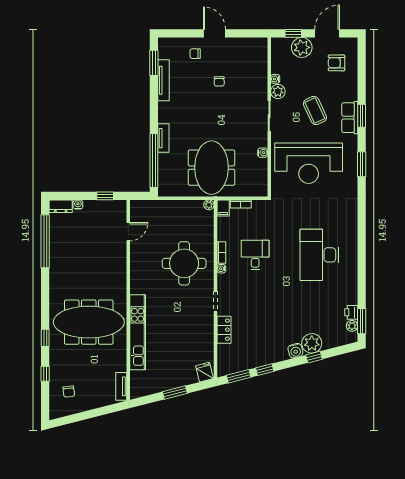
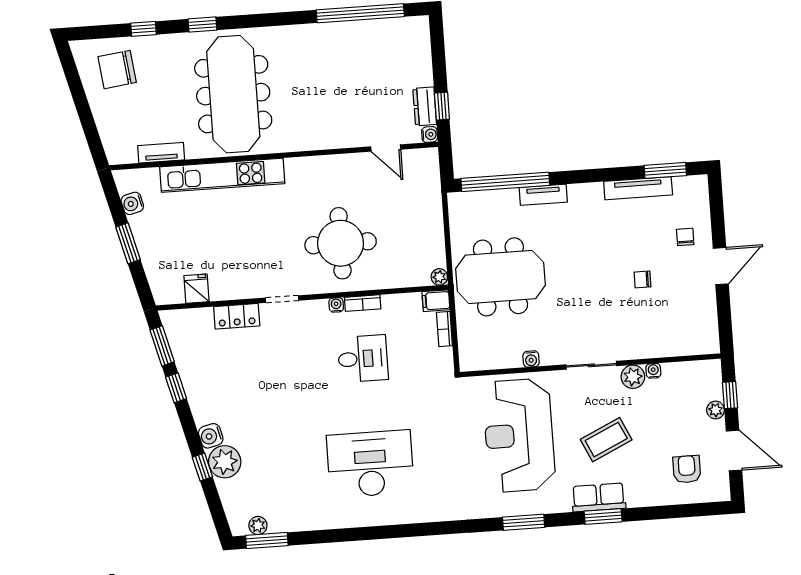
plant: (302, 47) -> (716, 410), width x0.53, depth x0.53
water cooler: (78, 205) -> (430, 134), moved
dresser: (61, 206) -> (425, 106), moved
printer: (351, 312) -> (280, 523), removed
fridge: (204, 372) -> (197, 289), moved, turned -76
tv unit: (121, 386) -> (161, 153), moved
water cooler: (151, 388) -> (132, 203), added
chair: (69, 392) -> (117, 70), width x1.87, depth x1.87

